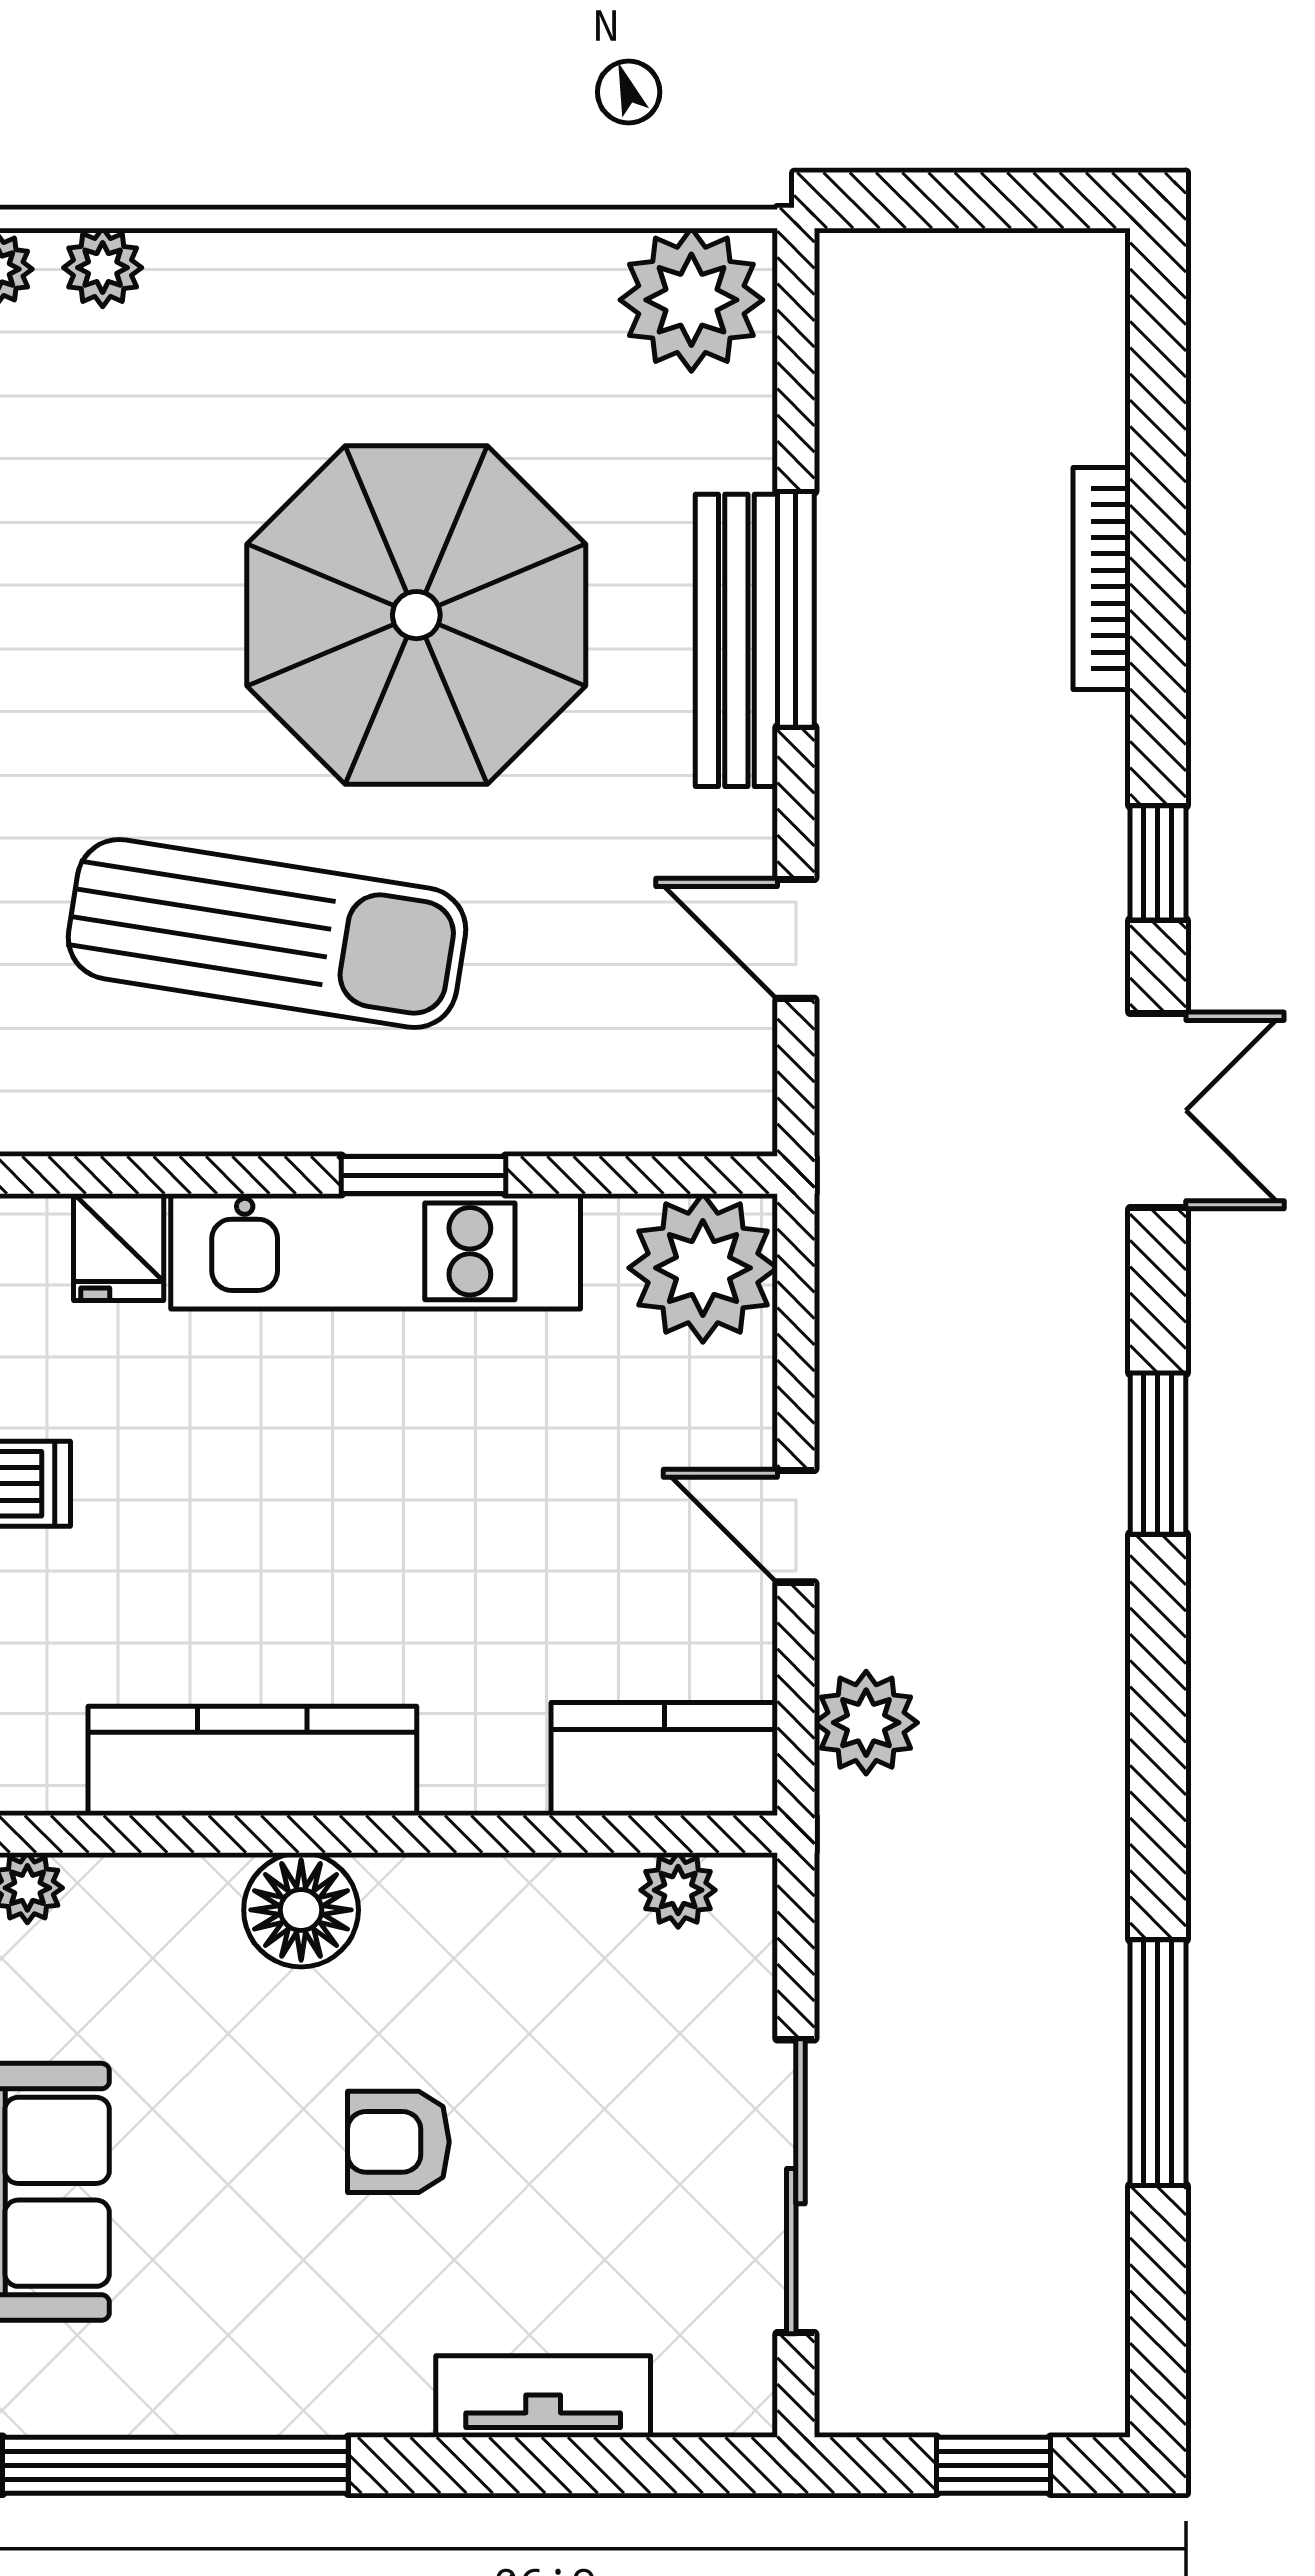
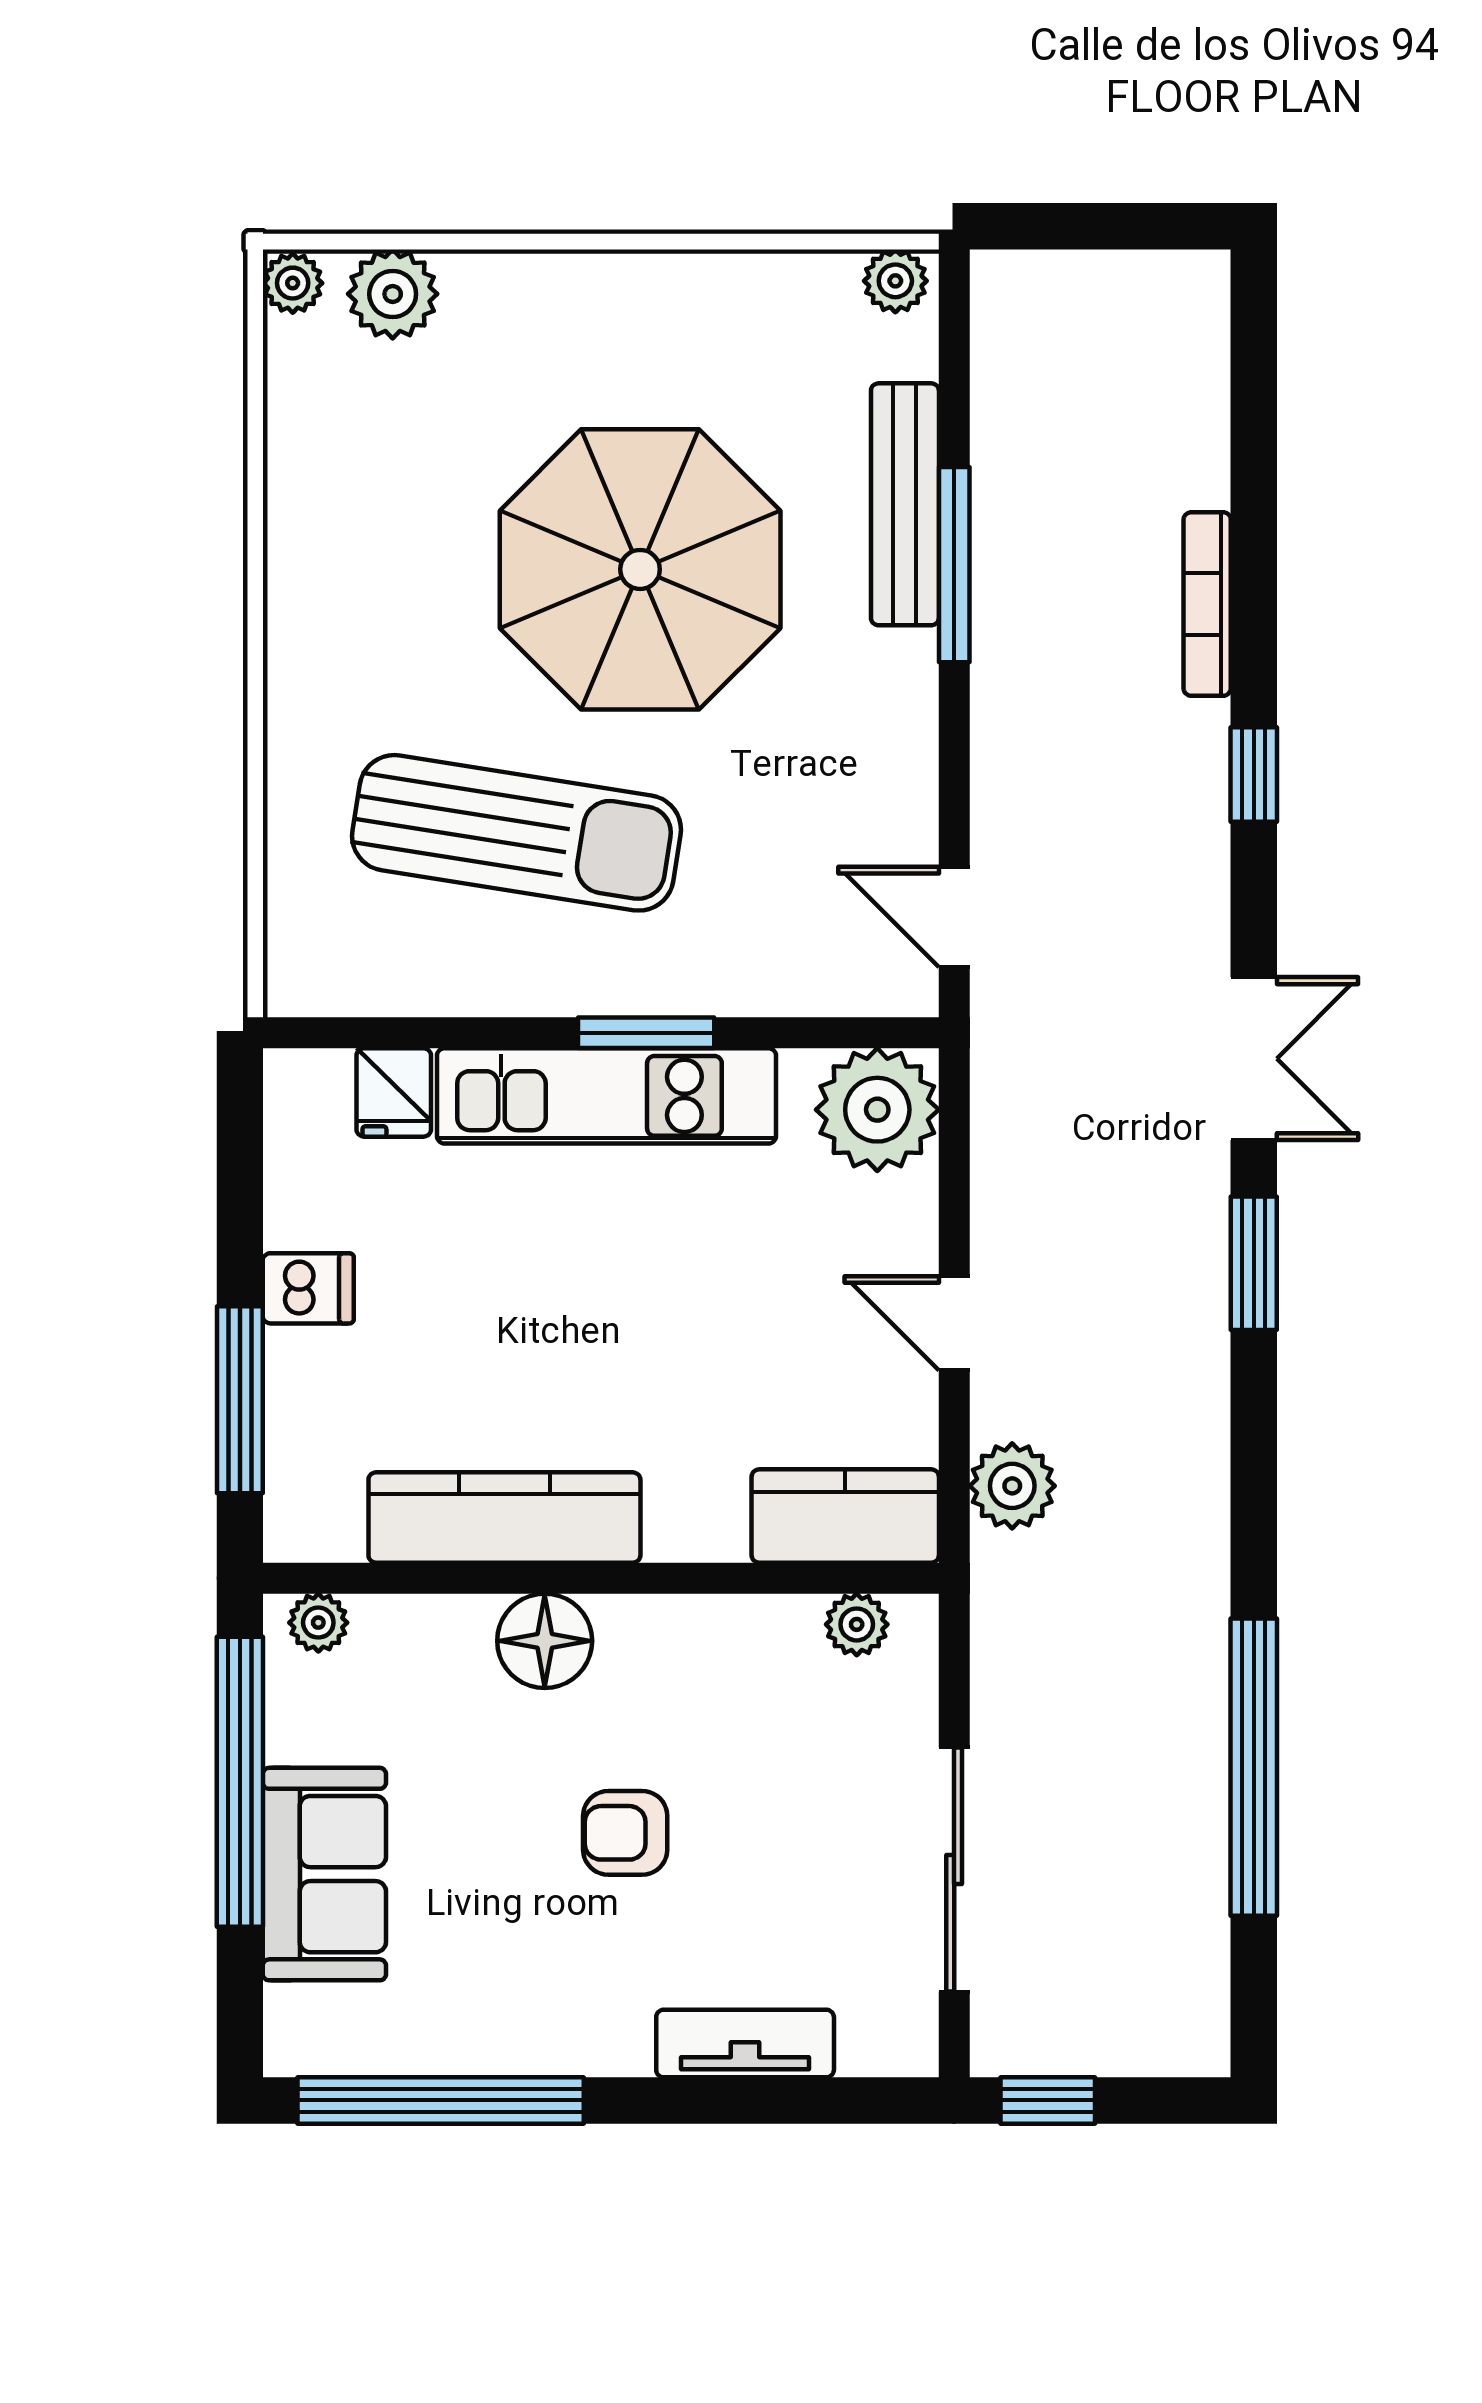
plant: (103, 268) -> (393, 294), width x1.38, depth x1.38
plant: (691, 300) -> (895, 281), width x0.53, depth x0.53
bookcase: (1102, 579) -> (1207, 604), moved
bench: (736, 640) -> (905, 504), moved
door: (796, 939) -> (954, 917), moved
double door: (1158, 1110) -> (1254, 1059), moved
window: (1158, 2063) -> (1254, 1767), width x1.46
window: (993, 2465) -> (1048, 2100), moved

